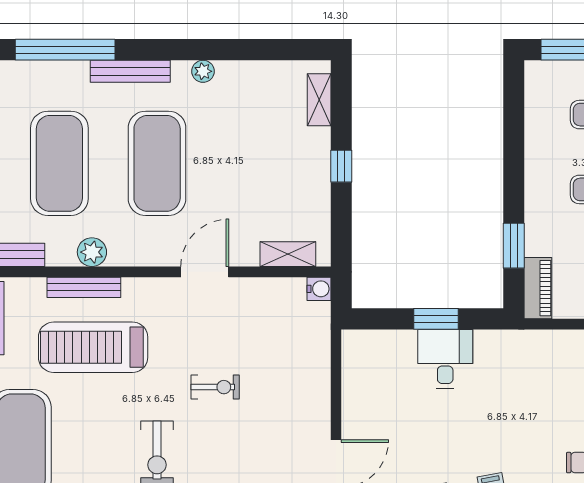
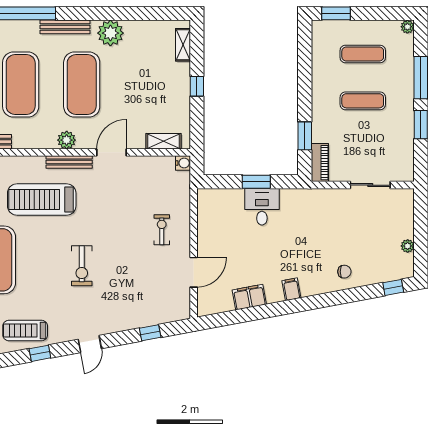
plant: (203, 71) -> (110, 33), width x1.88, depth x1.88
plant: (92, 252) -> (67, 140), moved
bench: (84, 287) -> (69, 162), moved
exercise bike: (215, 387) -> (162, 230), moved, turned -90

